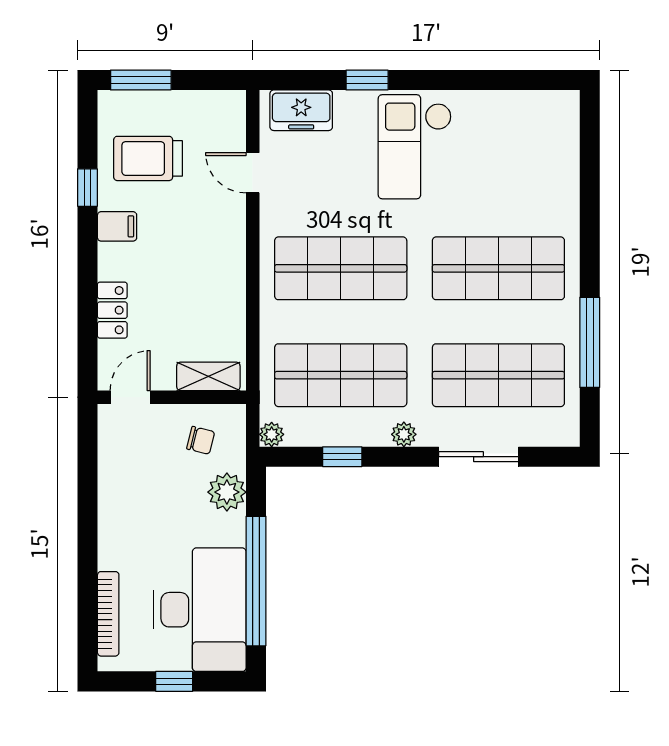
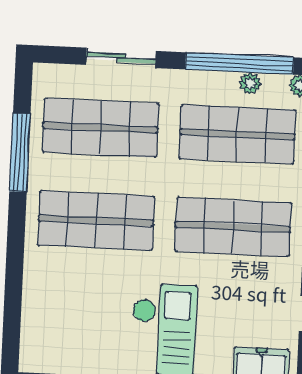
plant: (404, 434) -> (250, 83), moved
window: (342, 457) -> (239, 63), width x3.17

